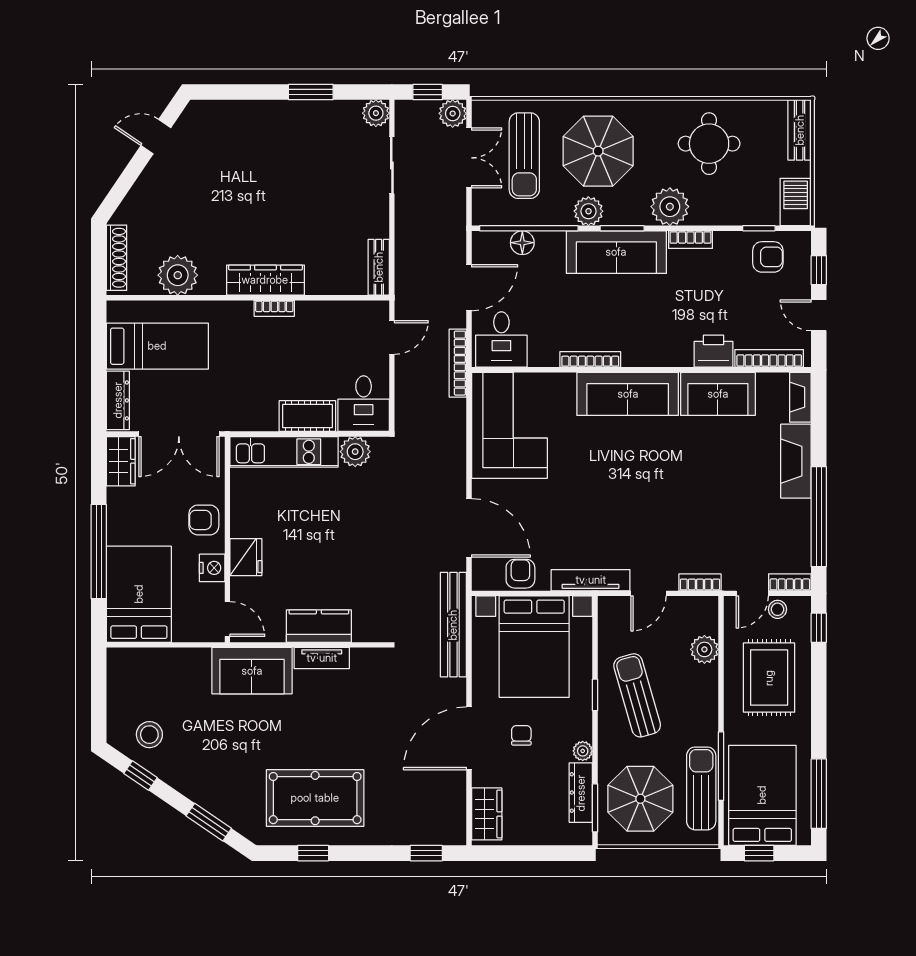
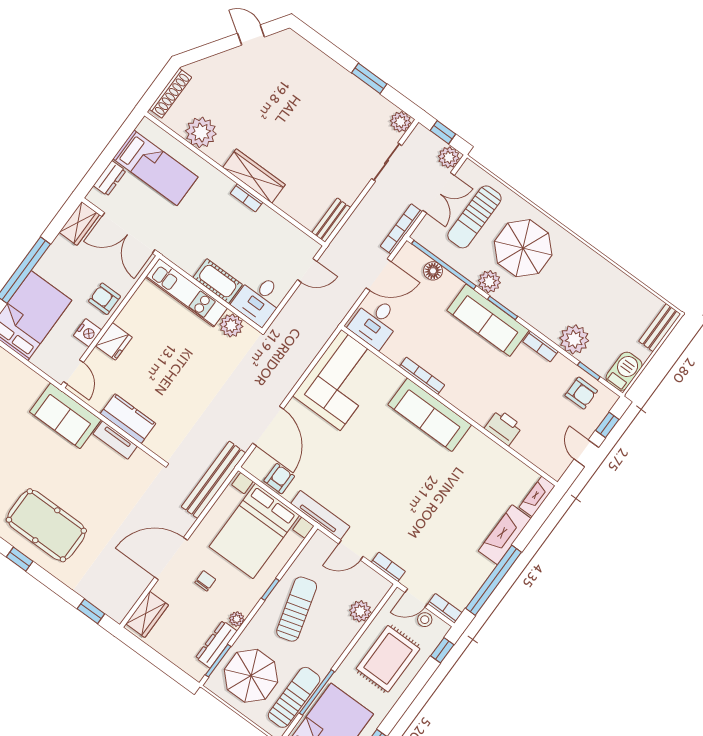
round table: (709, 144) -> (596, 295), removed
plant: (670, 207) -> (574, 339), moved
bookcase: (769, 358) -> (535, 458), removed
bookcase: (458, 363) -> (401, 229), moved
sofa: (718, 394) -> (487, 456), removed
dresser: (118, 400) -> (110, 178), width x0.70

